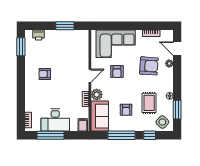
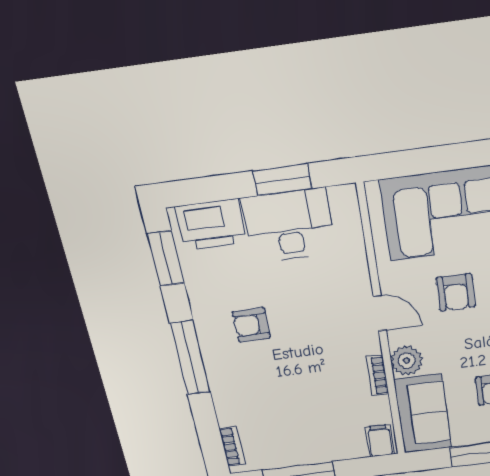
printer: (39, 35) -> (211, 225), width x1.87, depth x1.48
door: (90, 76) -> (380, 313), hinge flipped
window: (21, 83) -> (190, 358), added
desk: (55, 120) -> (289, 225), moved, turned 180

